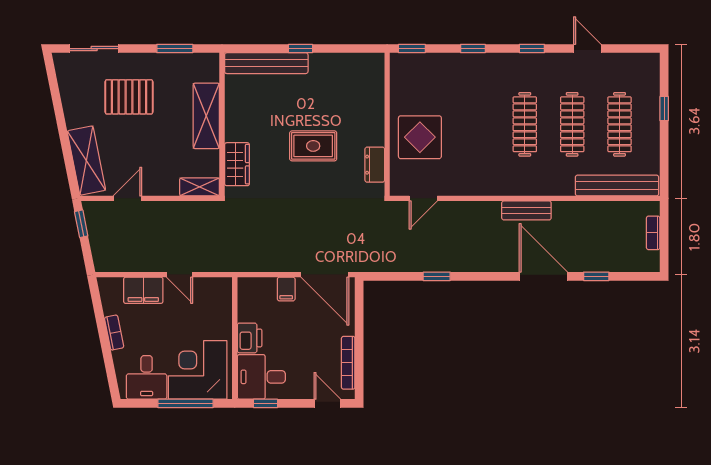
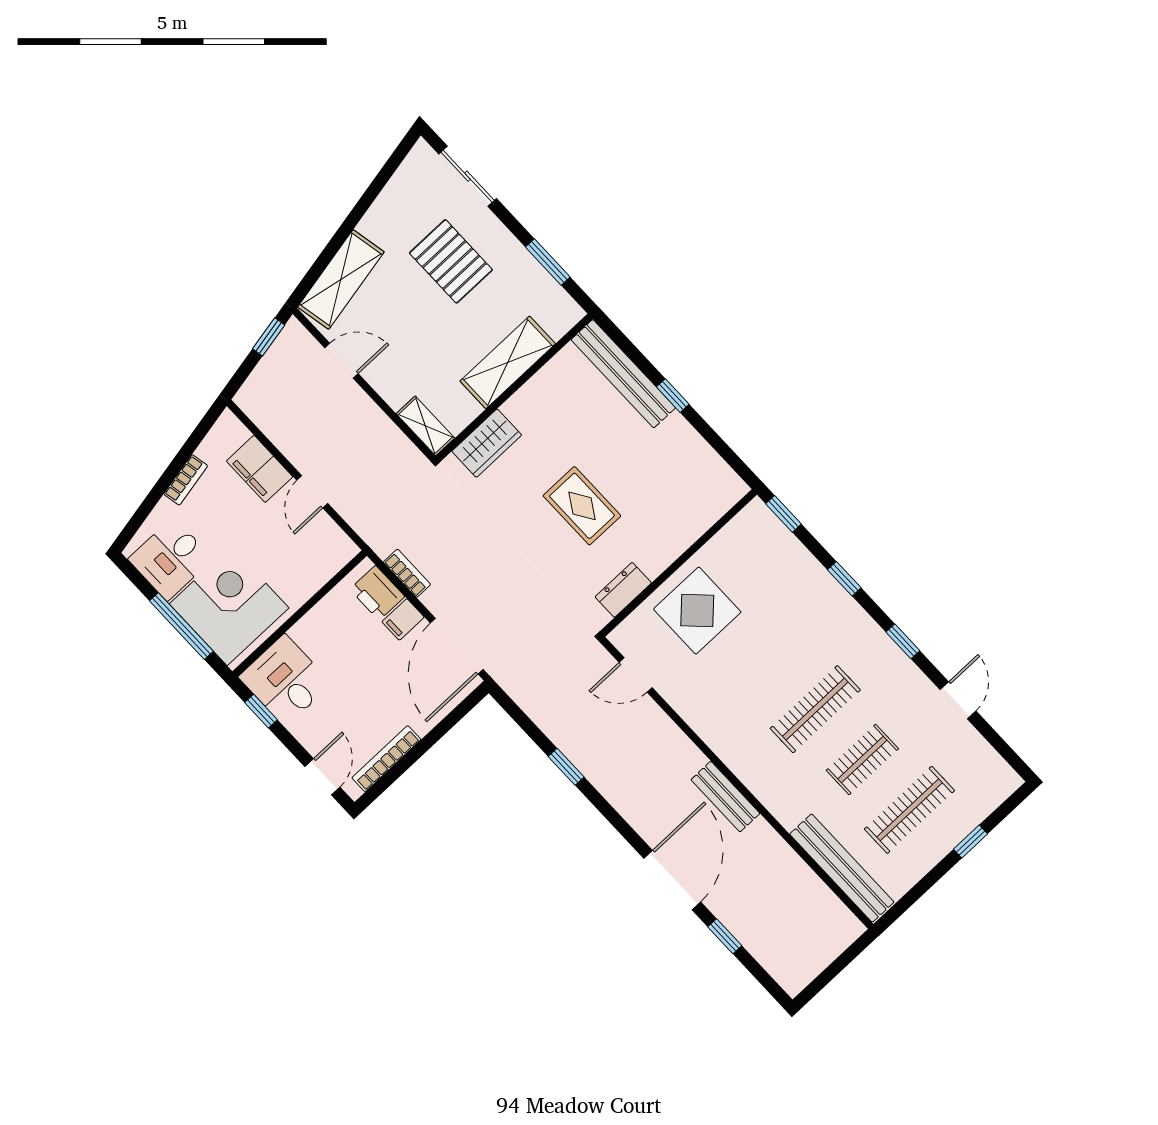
clothes rail: (572, 124) -> (862, 760), width x0.73
bookcase: (653, 233) -> (407, 573), moved, turned 90
printer: (250, 338) -> (377, 593), moved, turned 90

